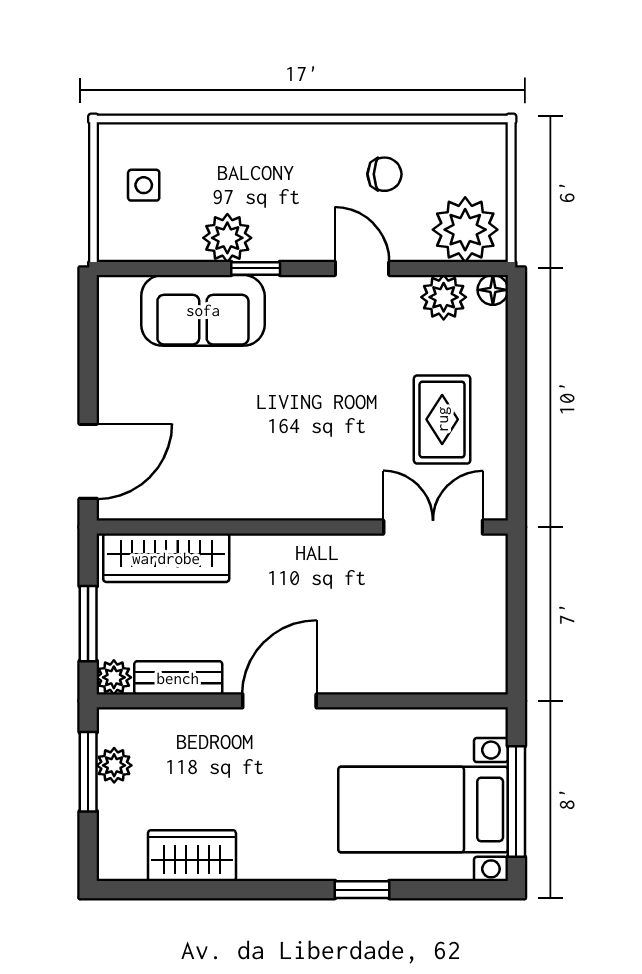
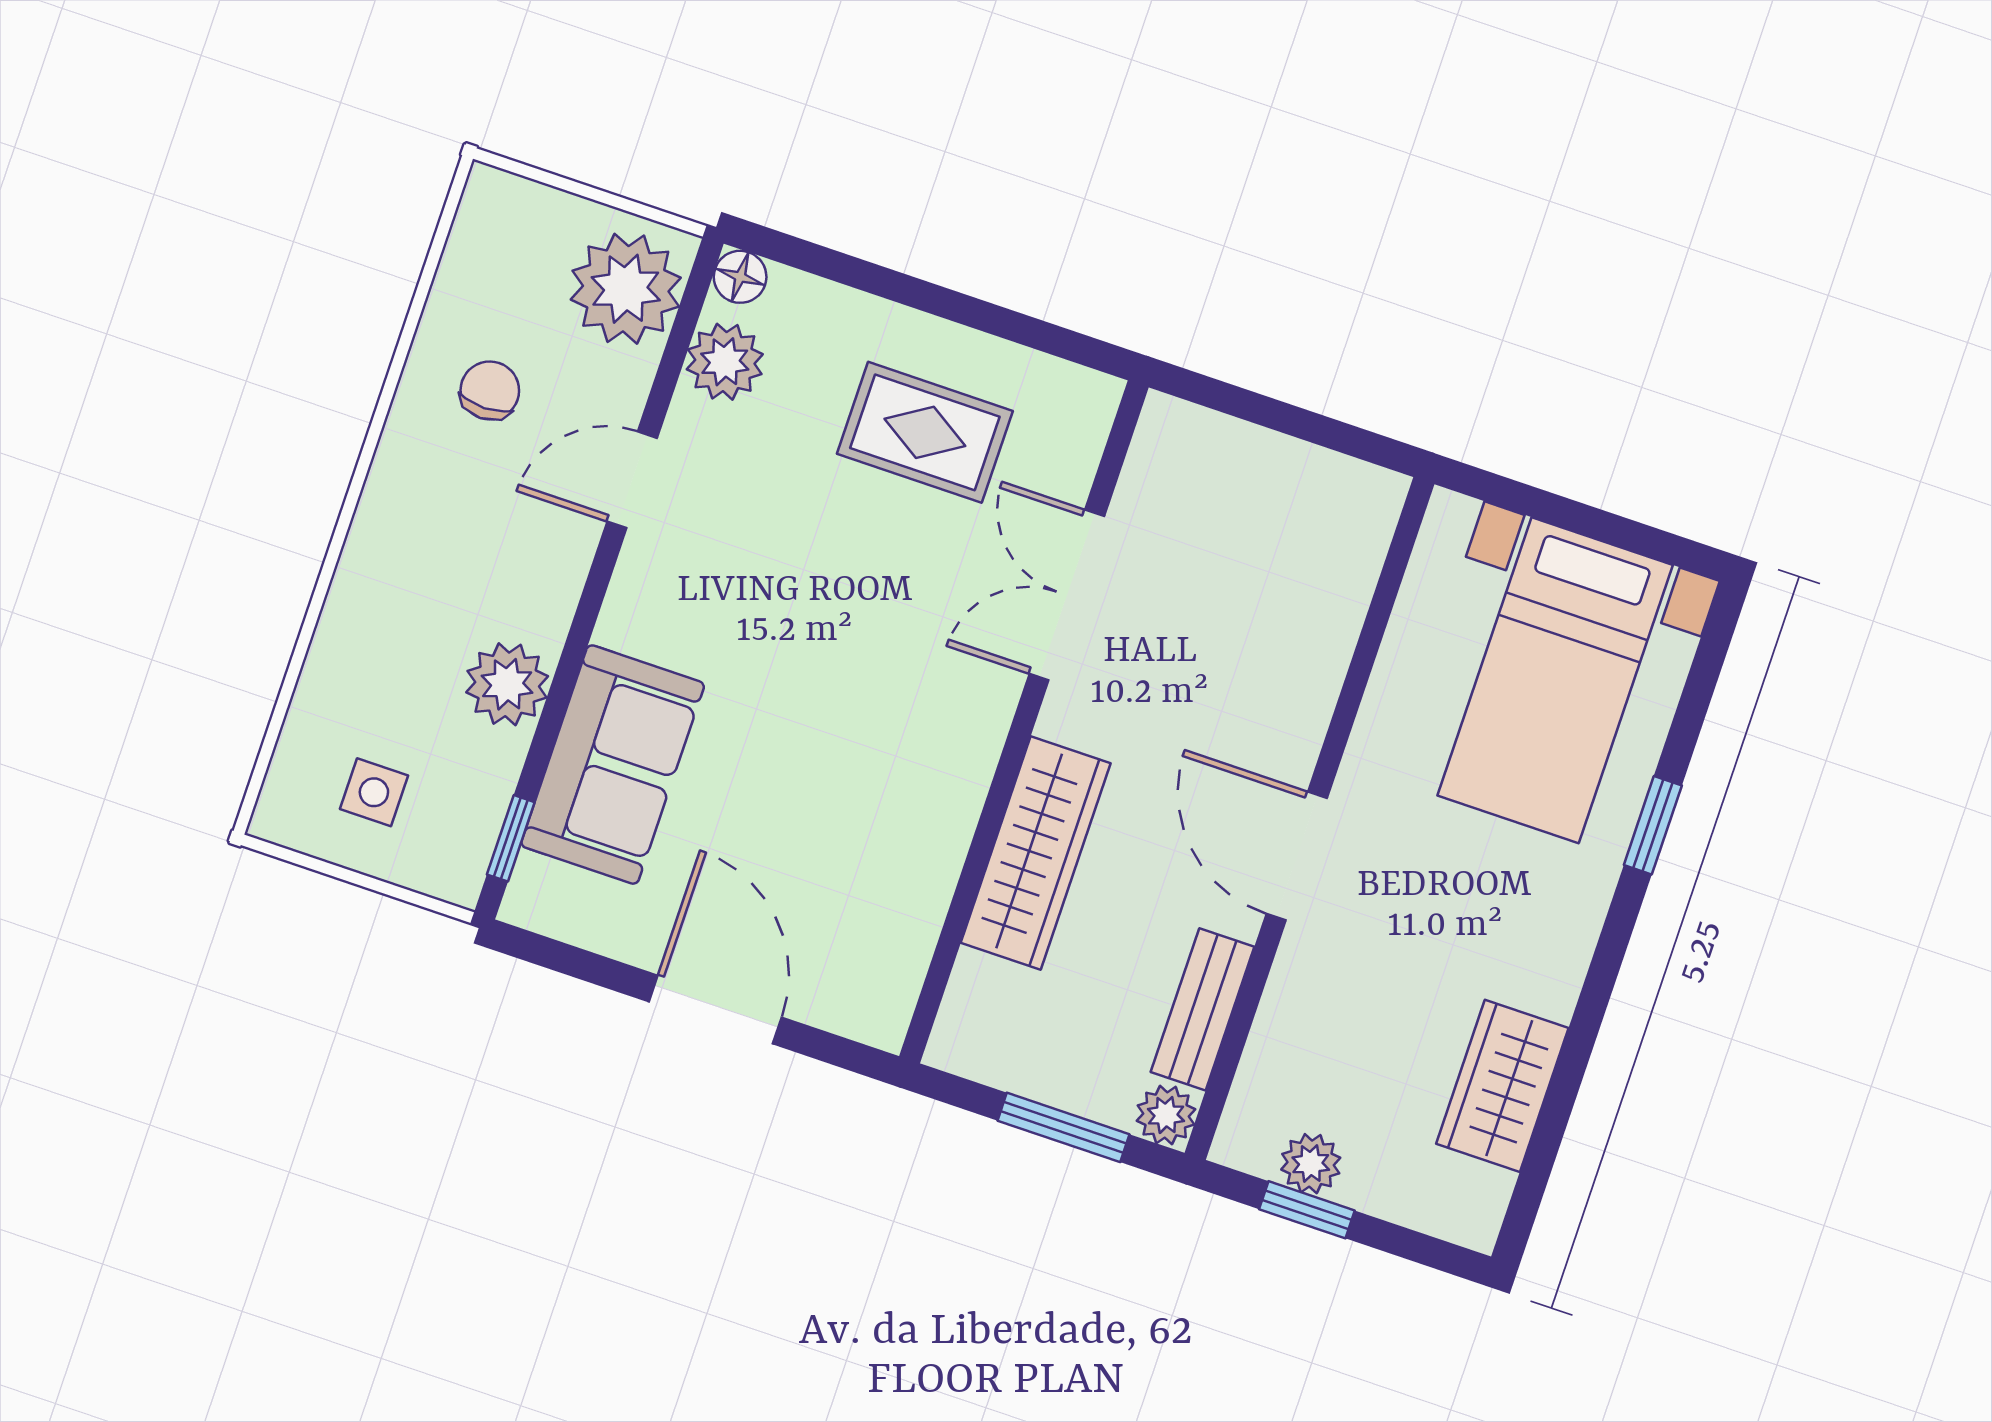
window: (256, 268) -> (511, 838), moved
door: (88, 461) -> (715, 1010), moved
double door: (433, 527) -> (1067, 595), moved
wardrobe: (166, 558) -> (1036, 853), moved
window: (88, 772) -> (1307, 1210), width x0.67
window: (516, 802) -> (1594, 523), removed

